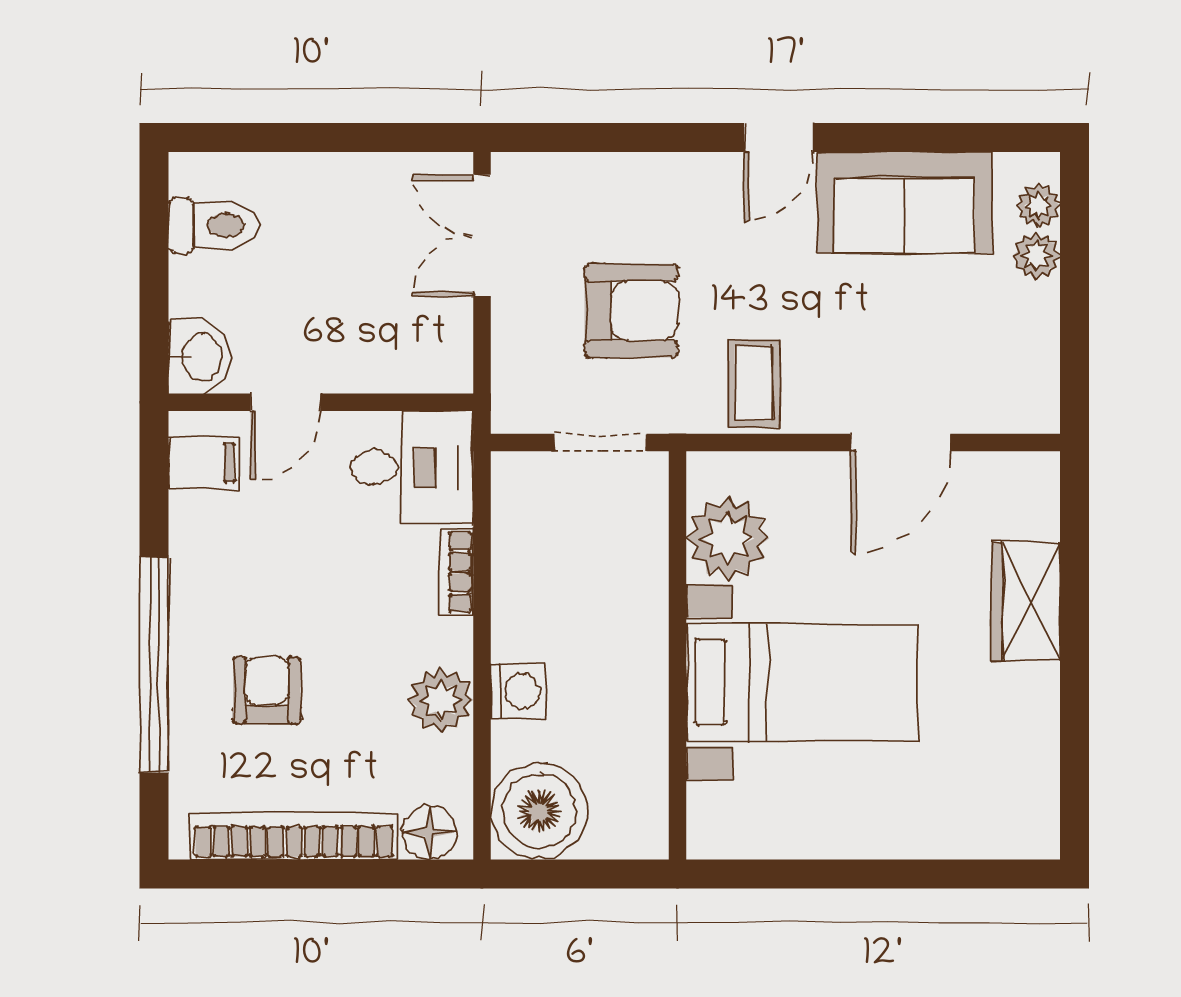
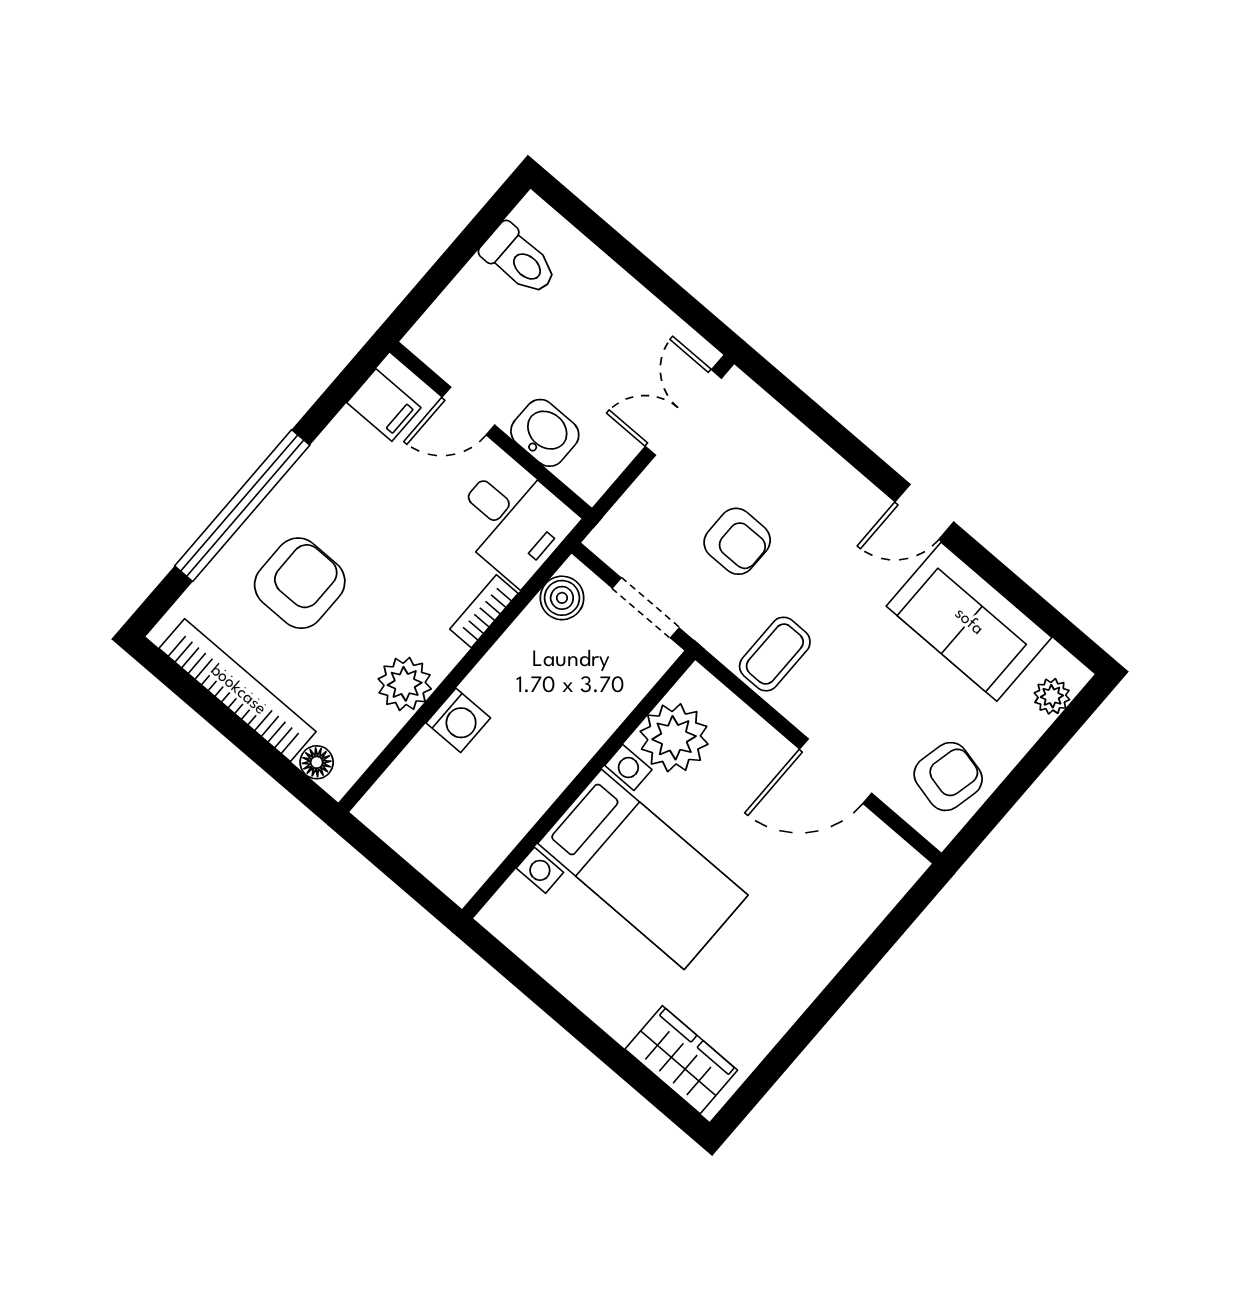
plant: (1036, 256) -> (1023, 727), removed
armchair: (631, 311) -> (737, 541), width x0.72, depth x0.72
washbasin: (200, 357) -> (545, 433), moved, turned -90
armchair: (1007, 359) -> (948, 777), added
wardrobe: (1026, 601) -> (681, 1060), moved, turned 90
armchair: (267, 690) -> (300, 583), width x1.38, depth x1.38
boiler: (539, 811) -> (562, 598), moved, width x0.54, depth x0.54
floor lamp: (429, 832) -> (317, 762), width x0.73, depth x0.73

